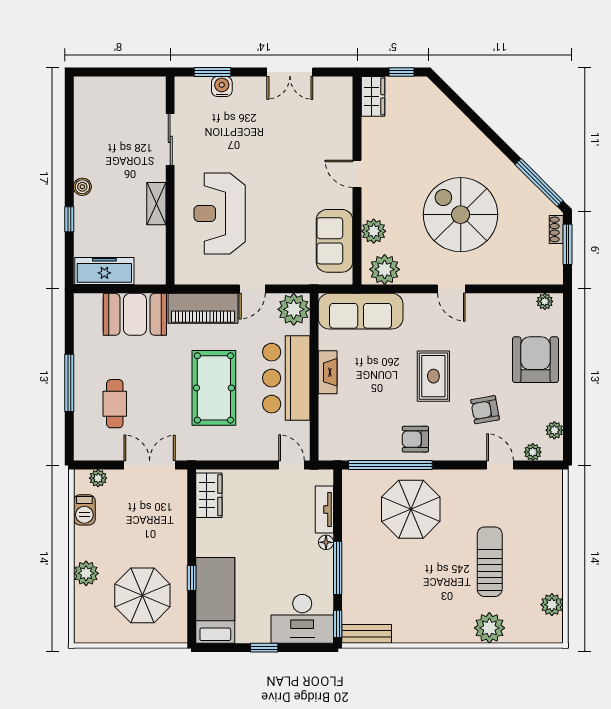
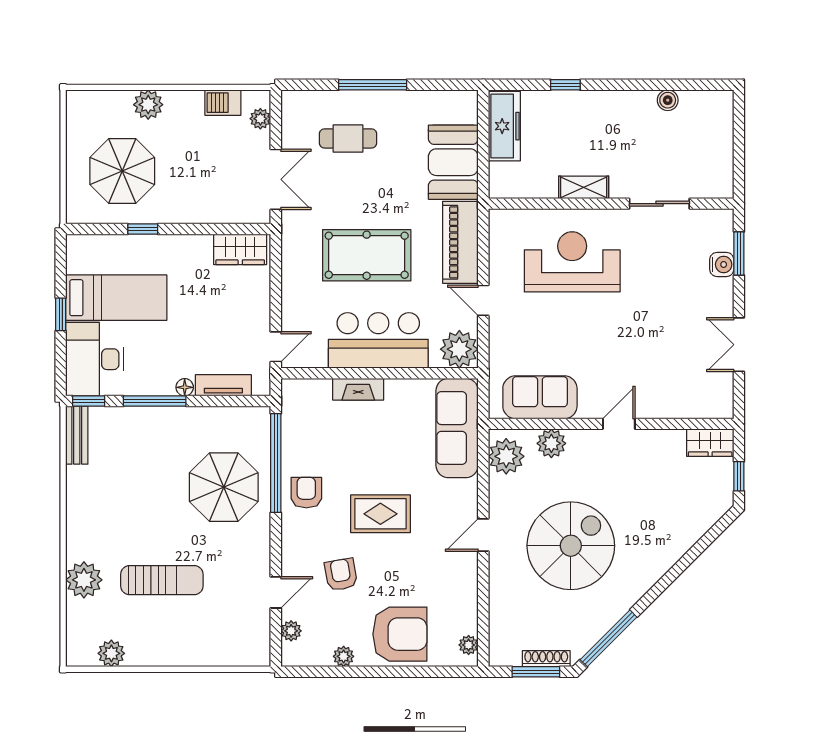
boiler: (82, 187) -> (668, 100), moved
shoe rack: (556, 229) -> (546, 659), width x1.43
fireplace: (328, 372) -> (358, 389), moved
plant: (554, 430) -> (344, 656), moved
bed: (215, 600) -> (116, 298), moved

